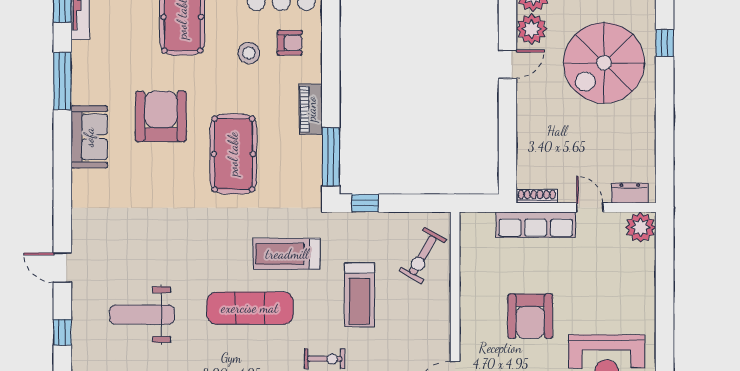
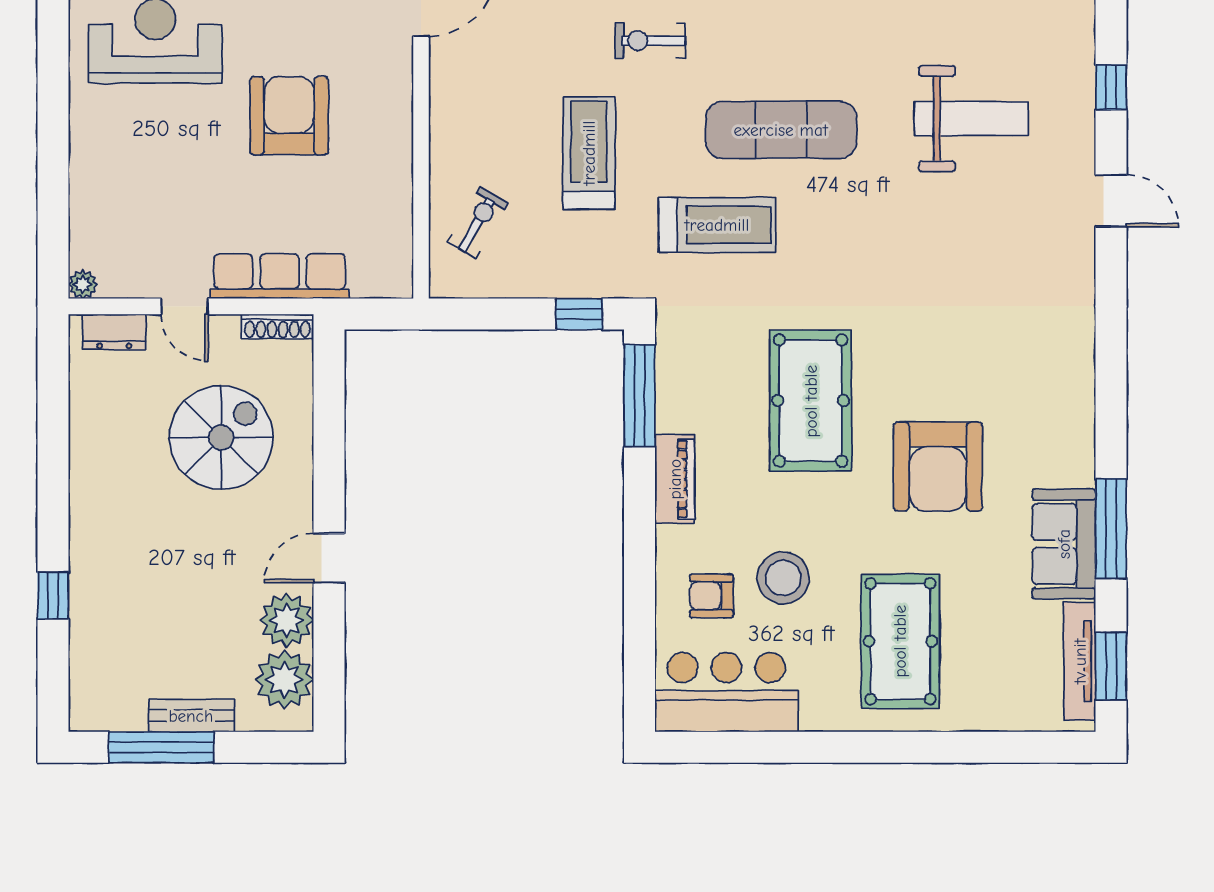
stool: (249, 53) -> (783, 578), width x1.38, depth x1.38
spiral stairs: (604, 63) -> (221, 437), moved, width x0.73, depth x0.73
sofa: (89, 137) -> (1064, 544), moved
plant: (641, 227) -> (83, 284), width x0.53, depth x0.53
exercise bike: (423, 255) -> (478, 222), width x0.73, depth x0.72

